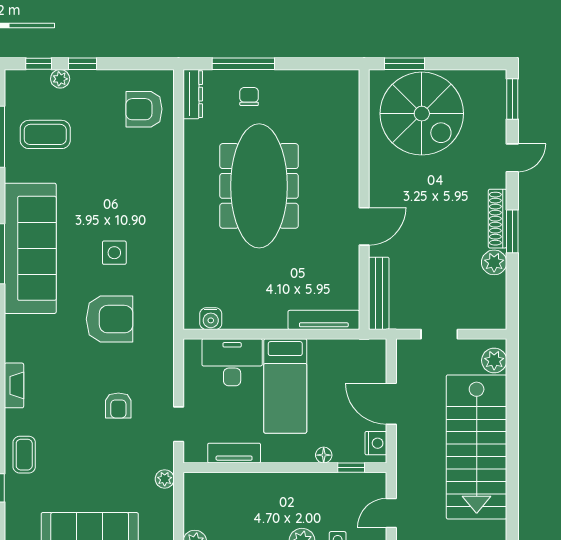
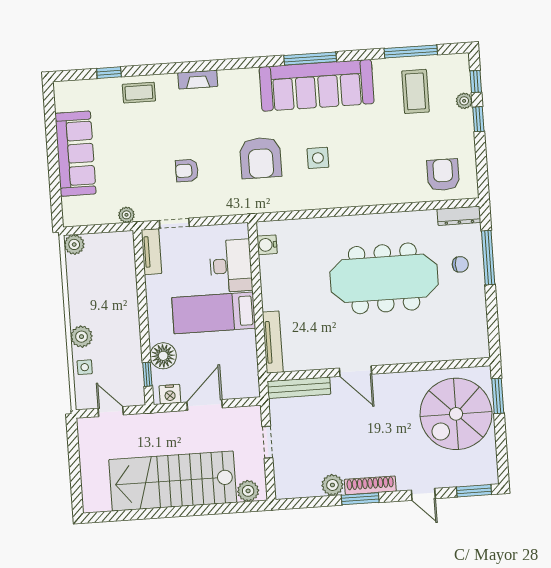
tv unit: (234, 453) -> (151, 252), moved
floor lamp: (324, 455) -> (163, 356), width x1.89, depth x1.89

